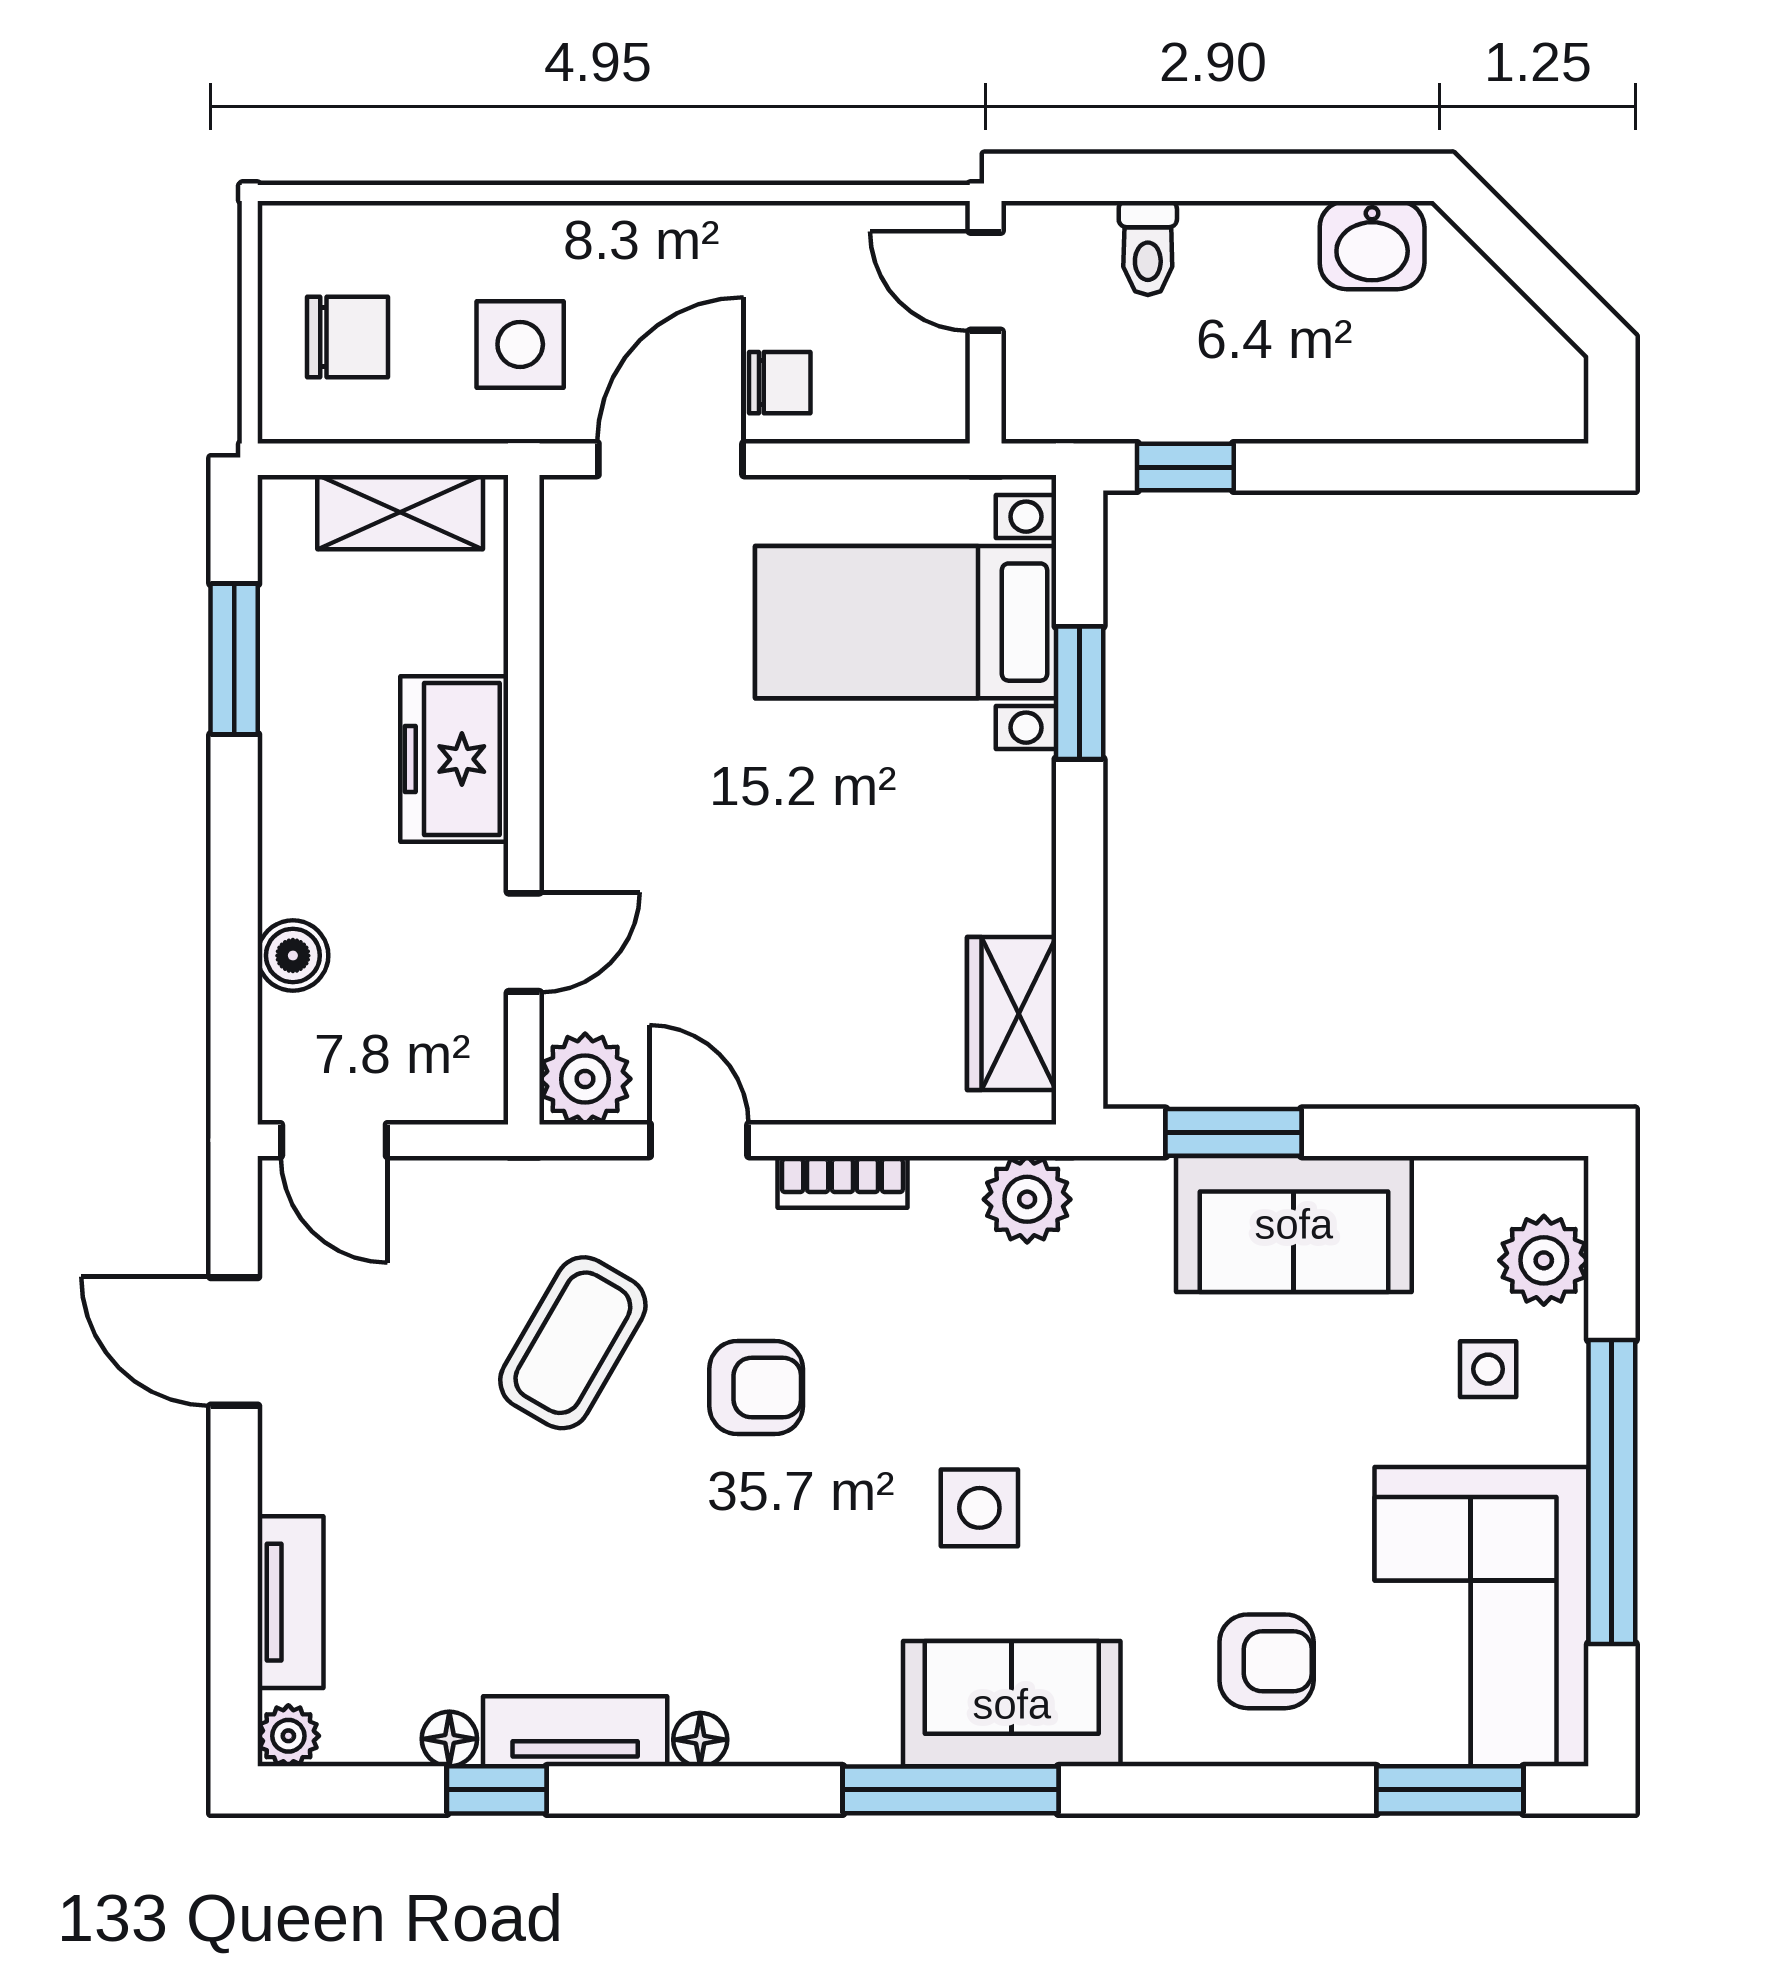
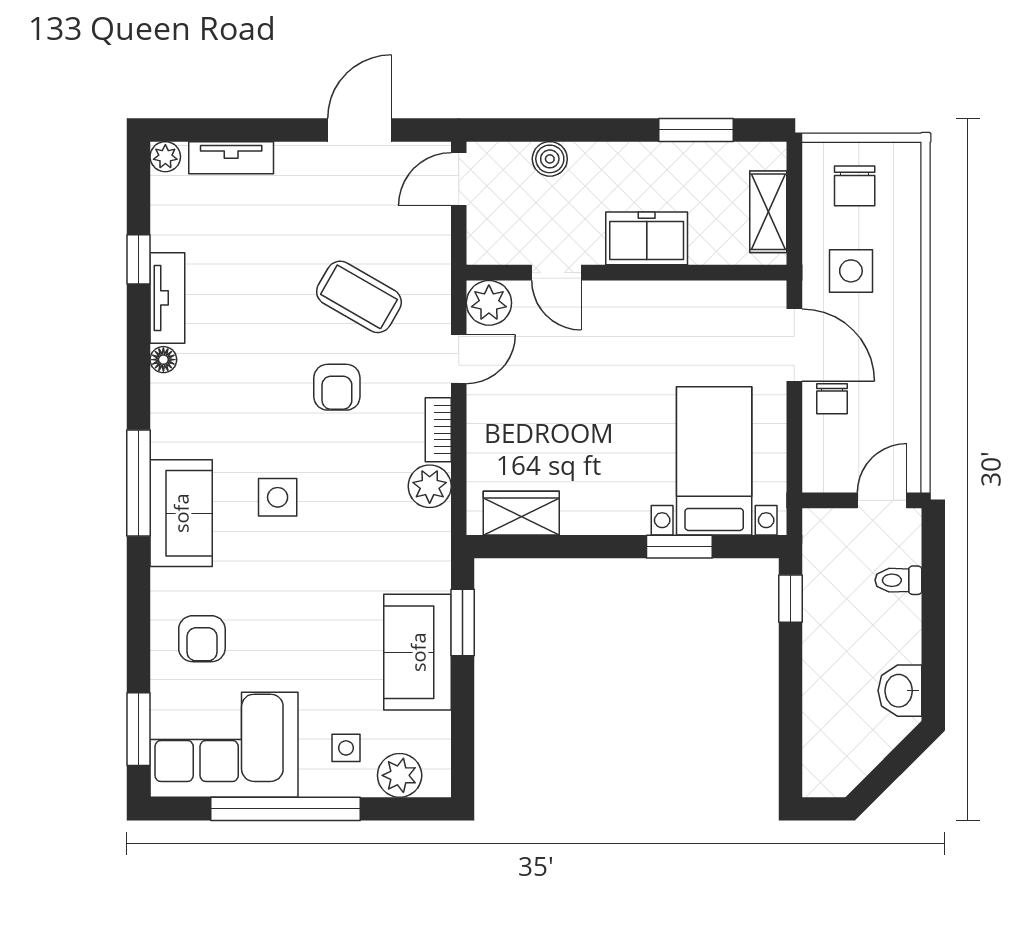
plant: (1027, 1199) -> (430, 486), moved
floor lamp: (449, 1739) -> (164, 236), removed

